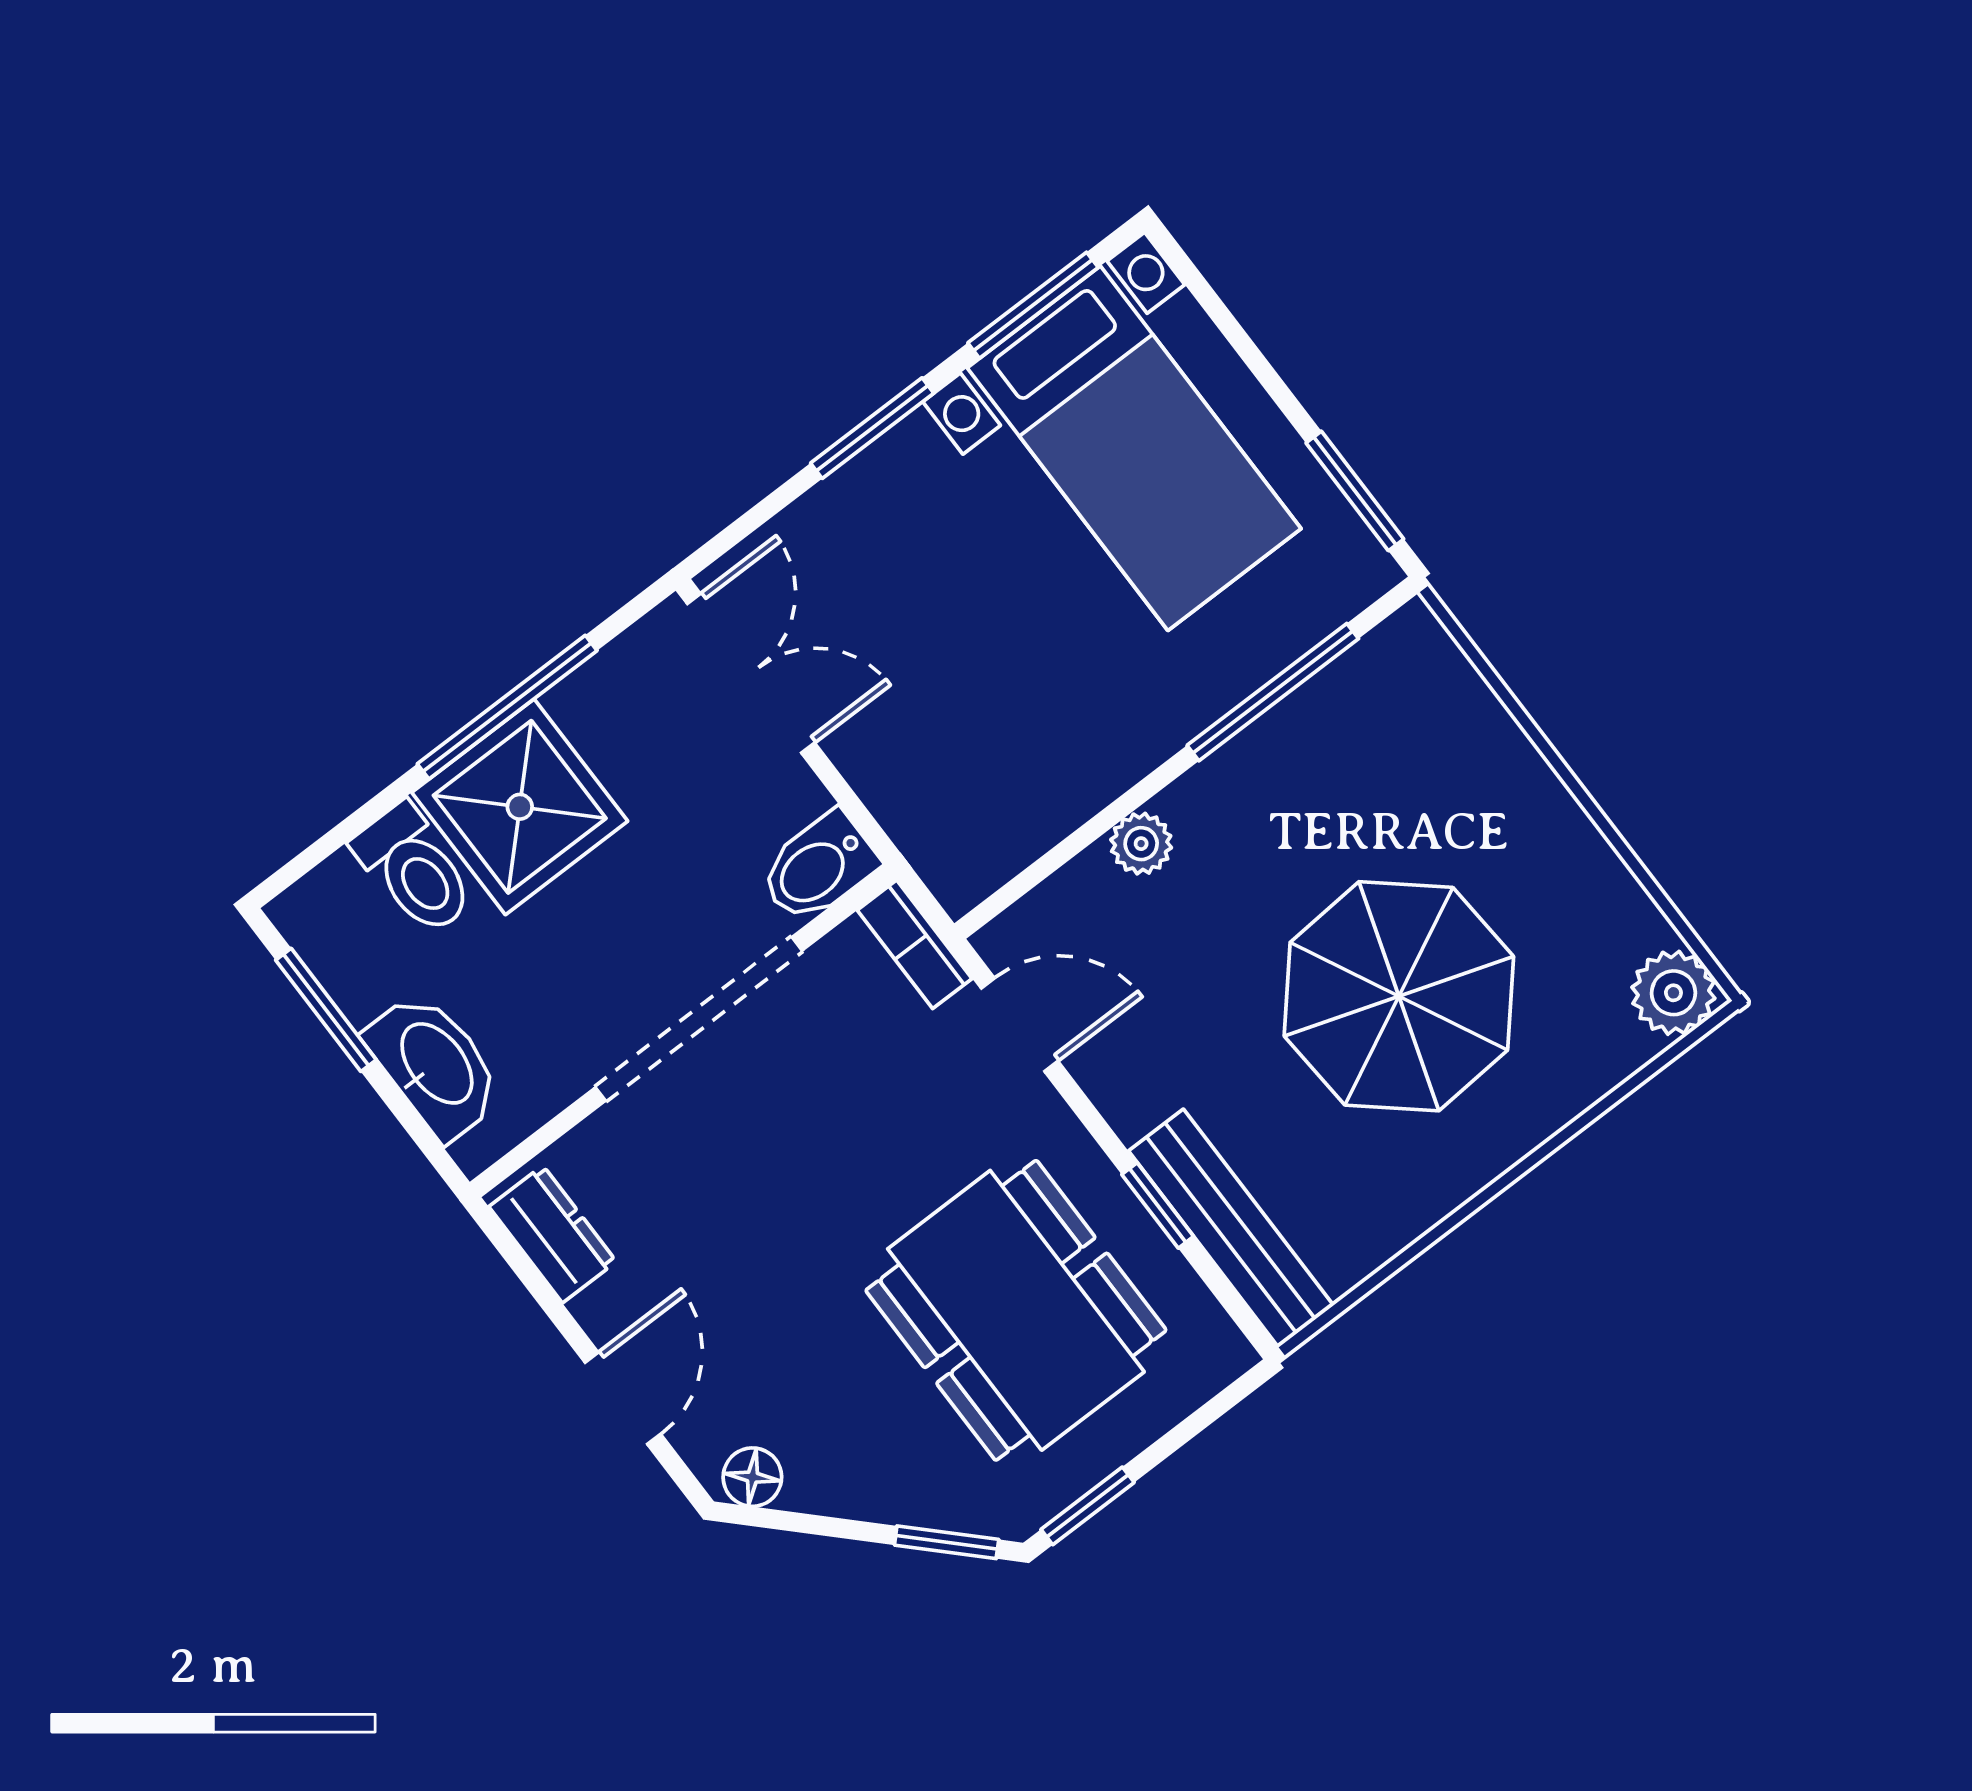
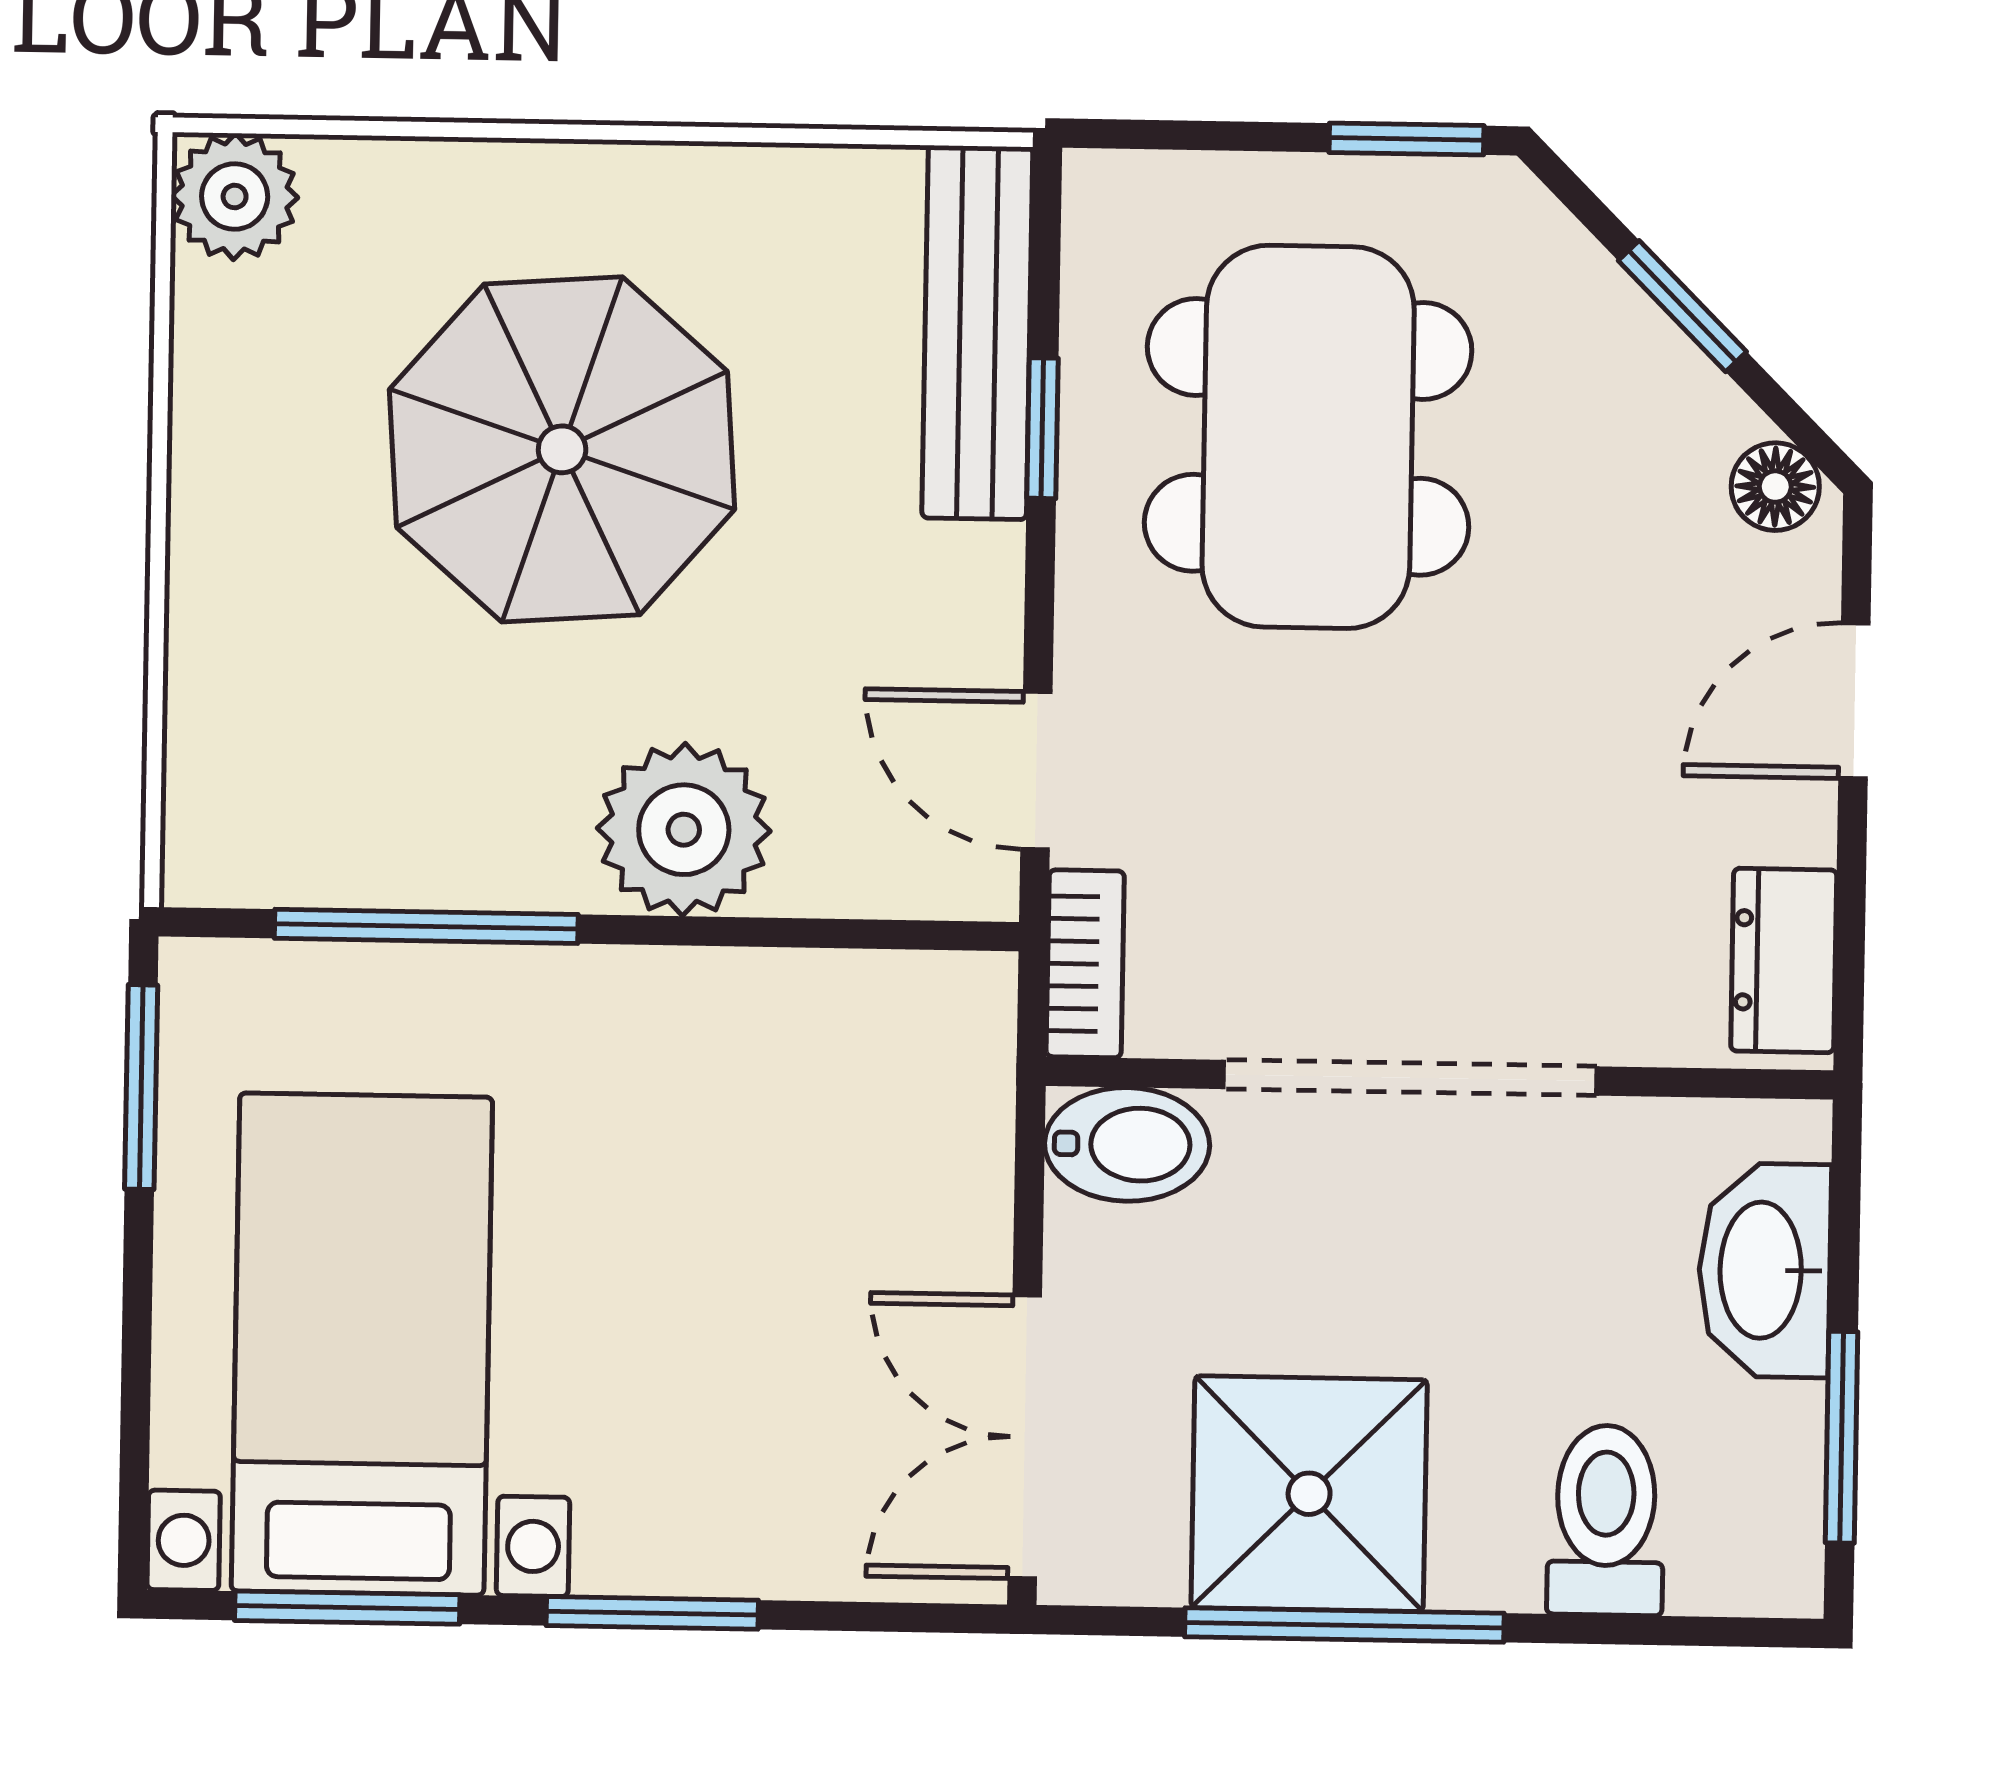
shower: (520, 807) -> (1309, 1494), moved
plant: (1141, 844) -> (684, 830), width x1.88, depth x1.88
window: (947, 1542) -> (1682, 306), moved

